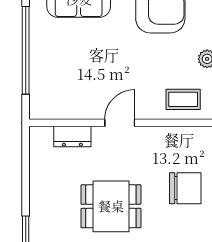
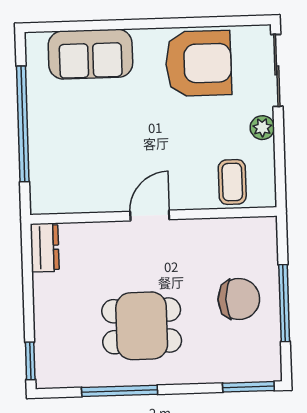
coffee table: (183, 99) -> (232, 182), turned 90
dresser: (72, 137) -> (45, 248), moved, turned -90

